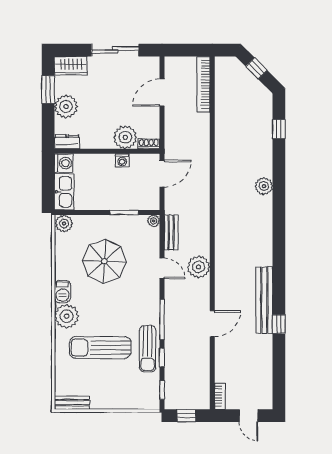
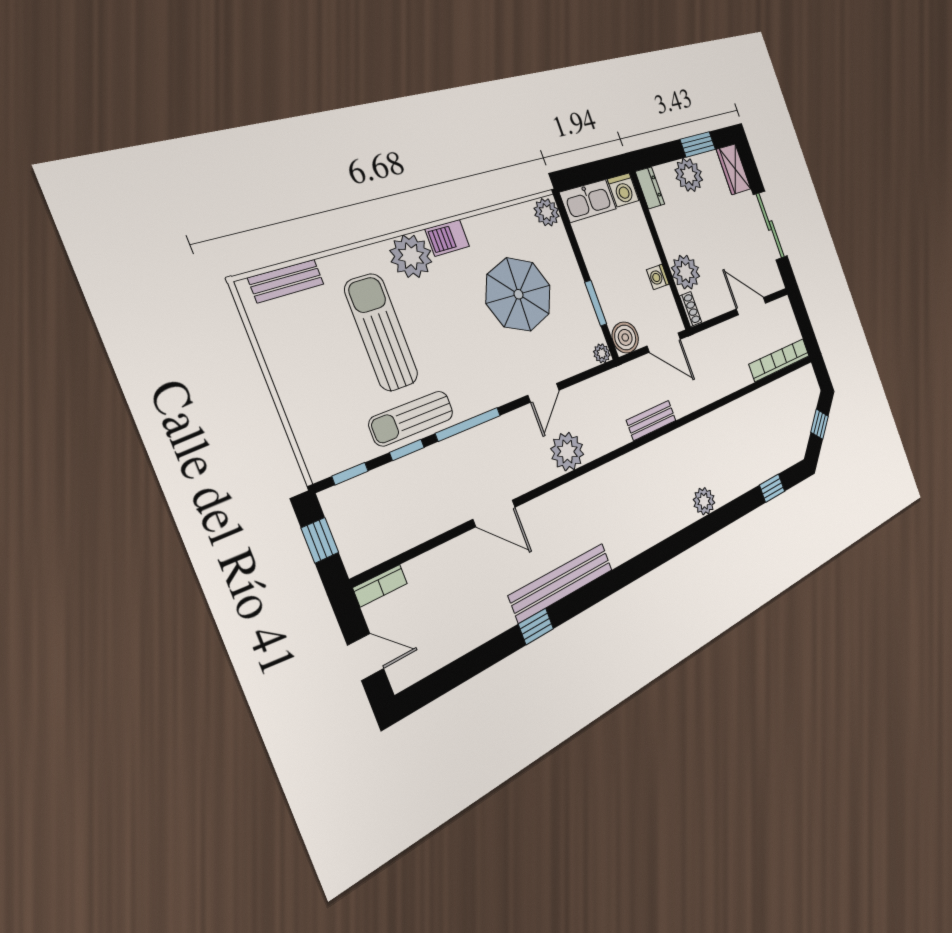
boiler: (150, 200) -> (625, 337), added
bench: (171, 232) -> (651, 420), moved
bench: (72, 403) -> (286, 281), moved, turned 90
door: (249, 416) -> (366, 657), swing flipped

